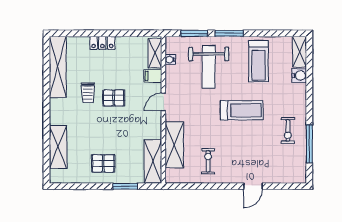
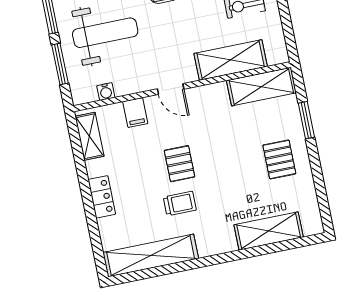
shelving: (155, 53) -> (90, 136), moved, turned 90

